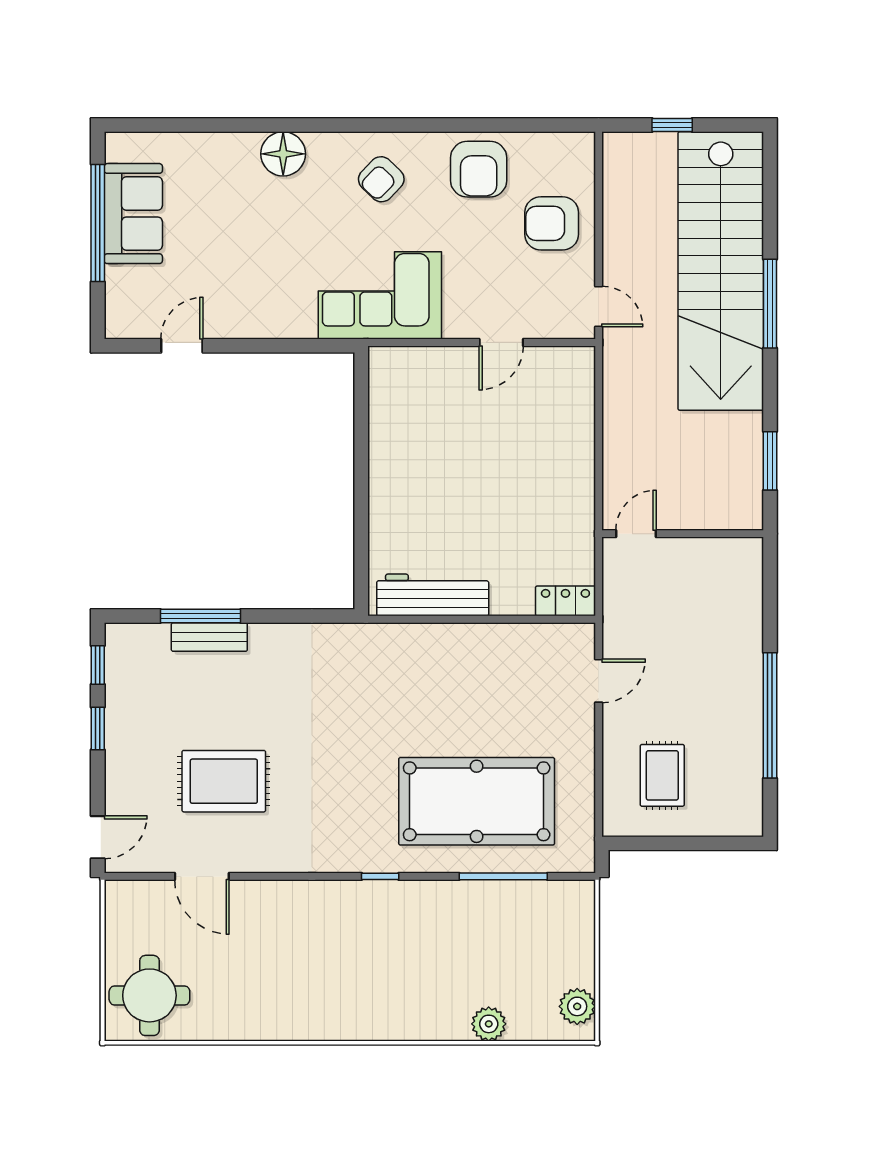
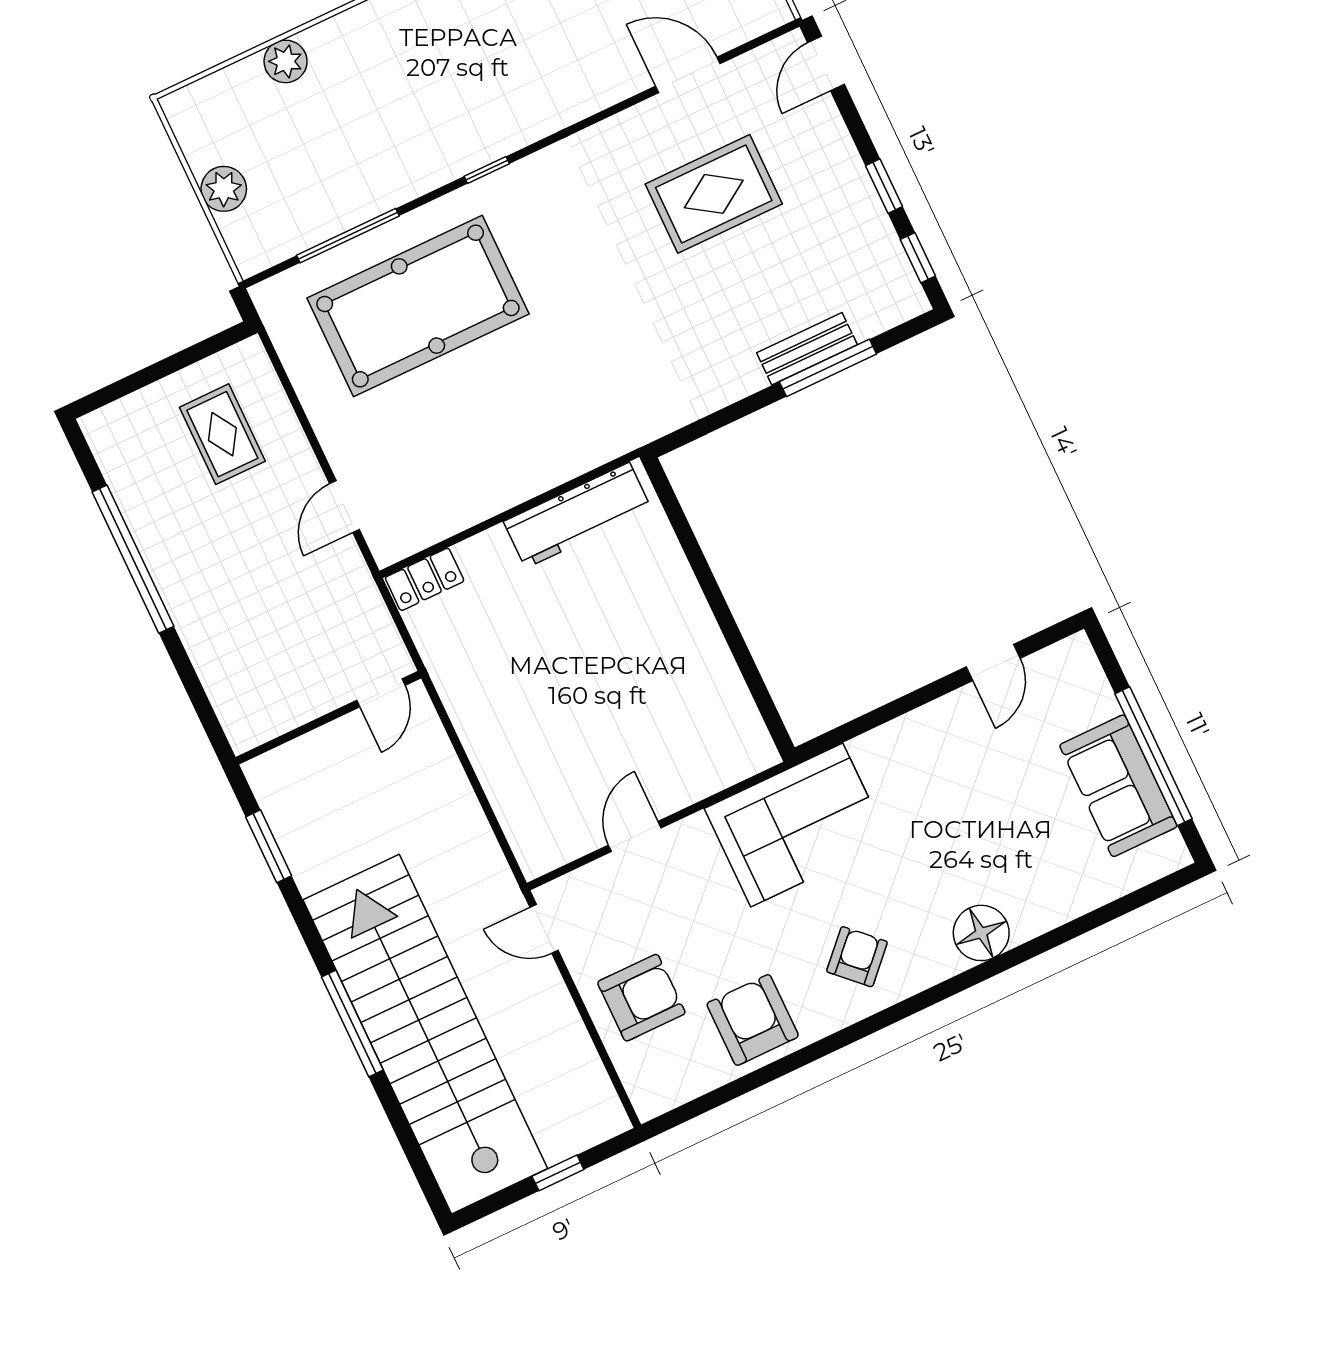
plant: (577, 1006) -> (224, 189), moved

